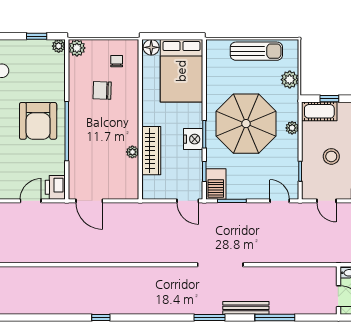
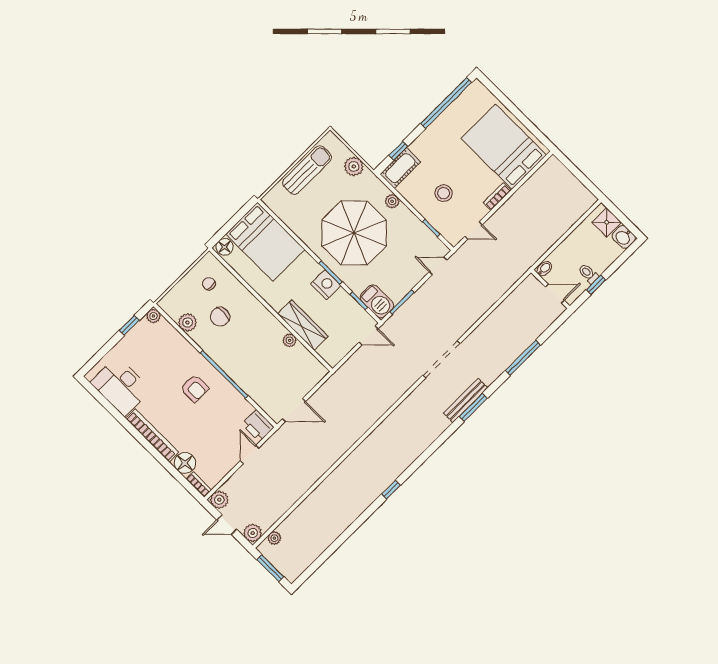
plant: (77, 48) -> (187, 322), moved
armchair: (38, 121) -> (195, 388), width x0.53, depth x0.53
bench: (246, 308) -> (466, 400), moved

